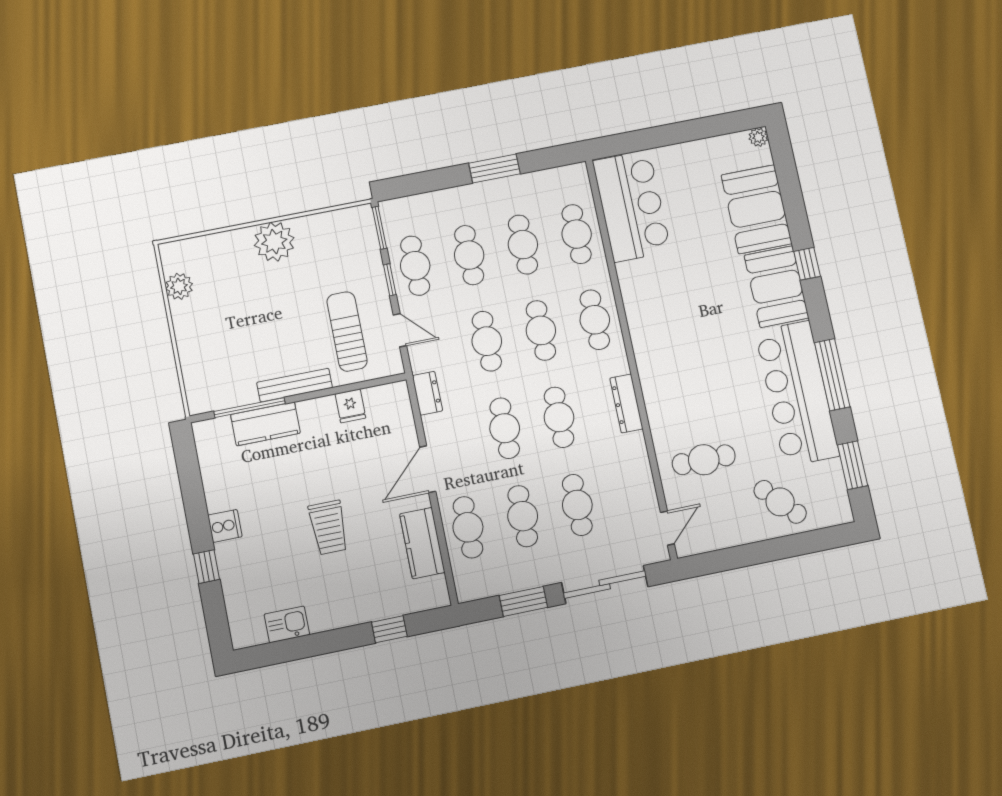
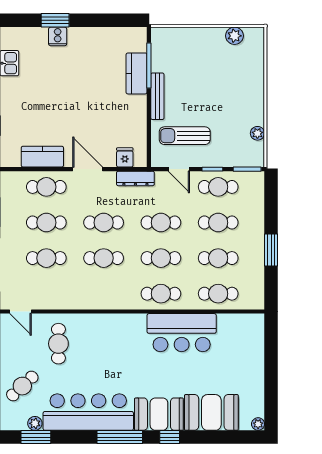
bar counter: (632, 206) -> (182, 333), moved
plant: (274, 242) -> (257, 133), moved, width x0.53, depth x0.53
door: (400, 330) -> (179, 169), hinge flipped
sun lounger: (347, 331) -> (185, 136), turned 180
window: (832, 375) -> (120, 437), moved
dresser: (427, 393) -> (135, 178), width x1.44
dresser: (626, 403) -> (104, 302), removed
fridge: (350, 406) -> (125, 157), moved, turned 90
plant: (832, 471) -> (35, 423), added
cooker: (225, 526) -> (58, 36), moved
trolley: (328, 527) -> (64, 100), removed
window: (206, 567) -> (55, 20), width x1.50

